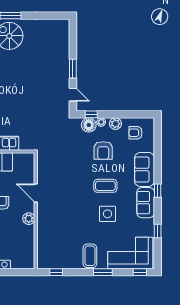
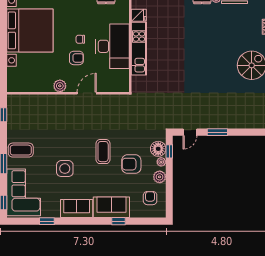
coffee table: (105, 186) -> (103, 152), moved
window: (158, 191) -> (118, 221), moved

